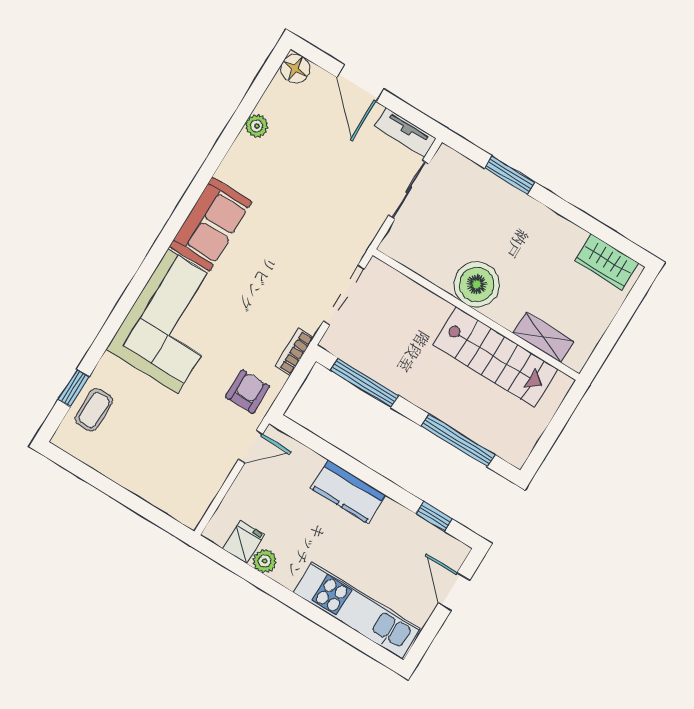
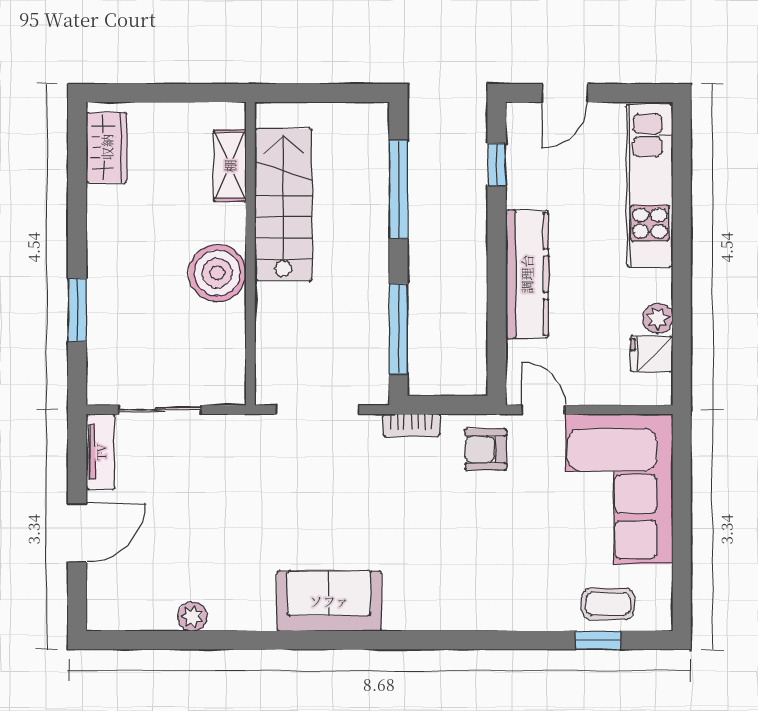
floor lamp: (295, 69) -> (105, 613), removed
corner sofa: (173, 321) -> (619, 489), moved, turned -90
kitchen counter: (348, 492) -> (527, 274), width x1.50

